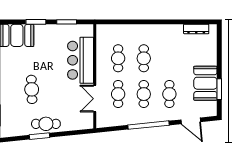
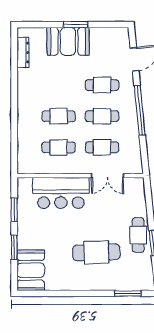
booth: (205, 83) -> (68, 41), moved
cafe table: (32, 89) -> (96, 252), width x1.37, depth x1.35
window: (219, 89) -> (76, 25), moved

